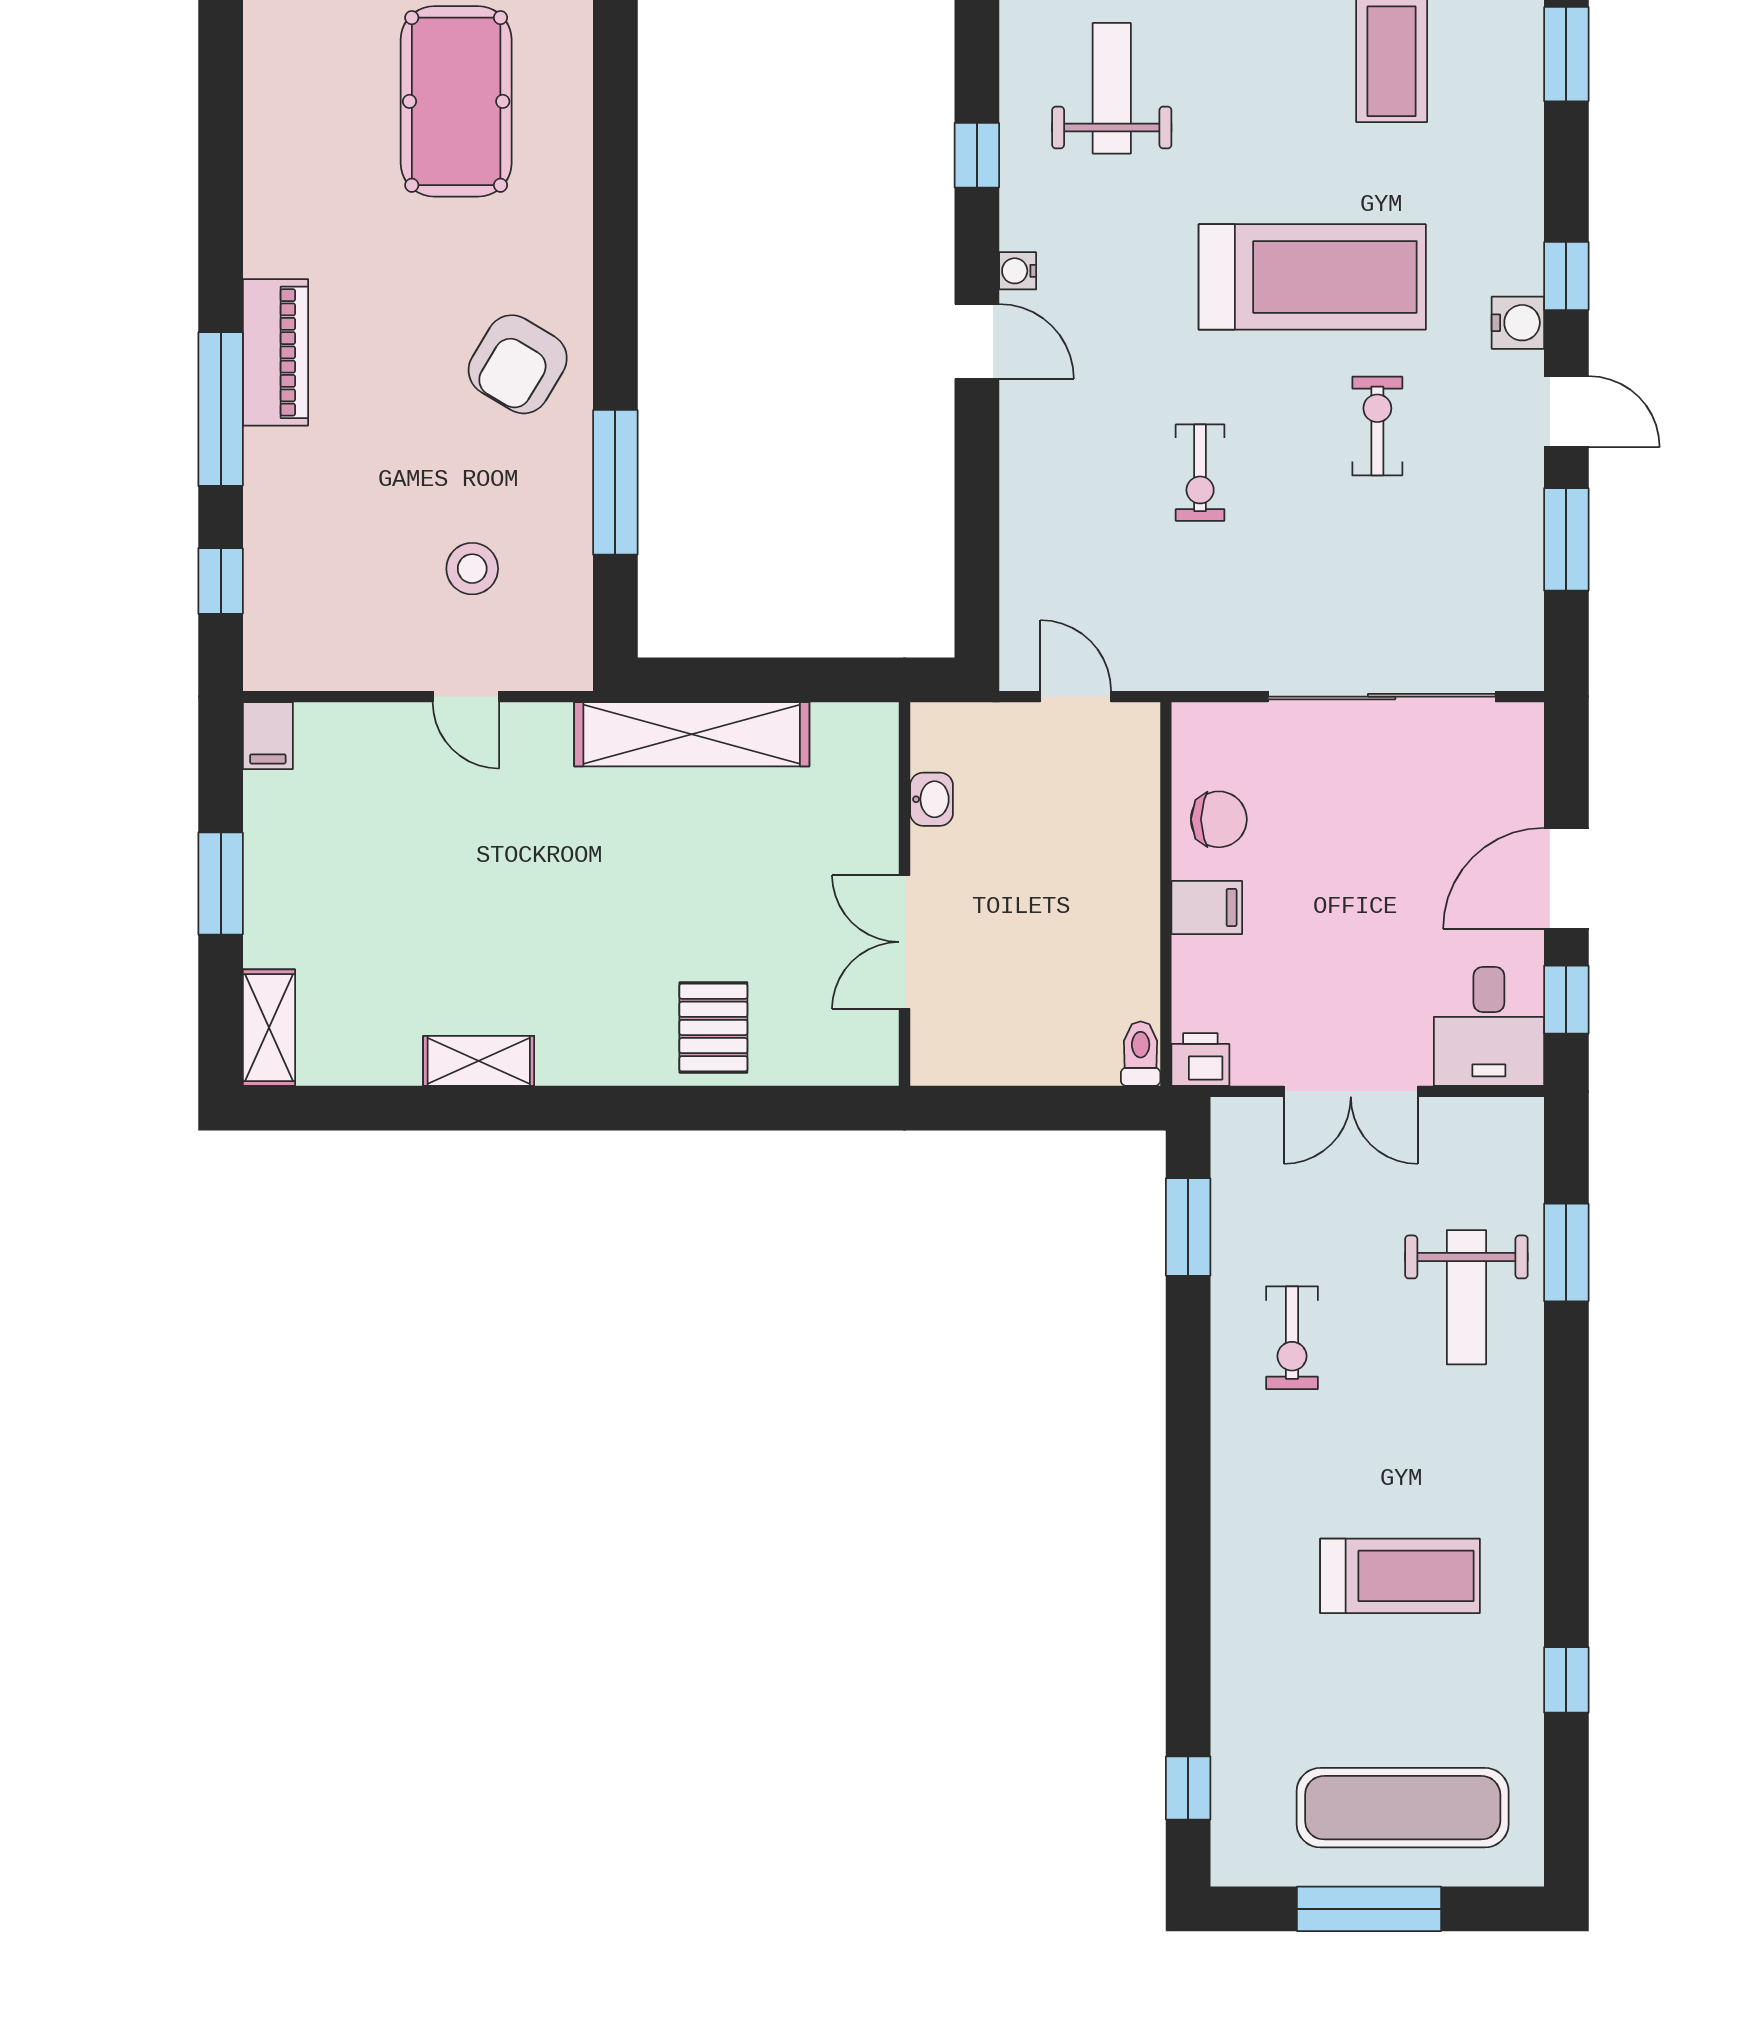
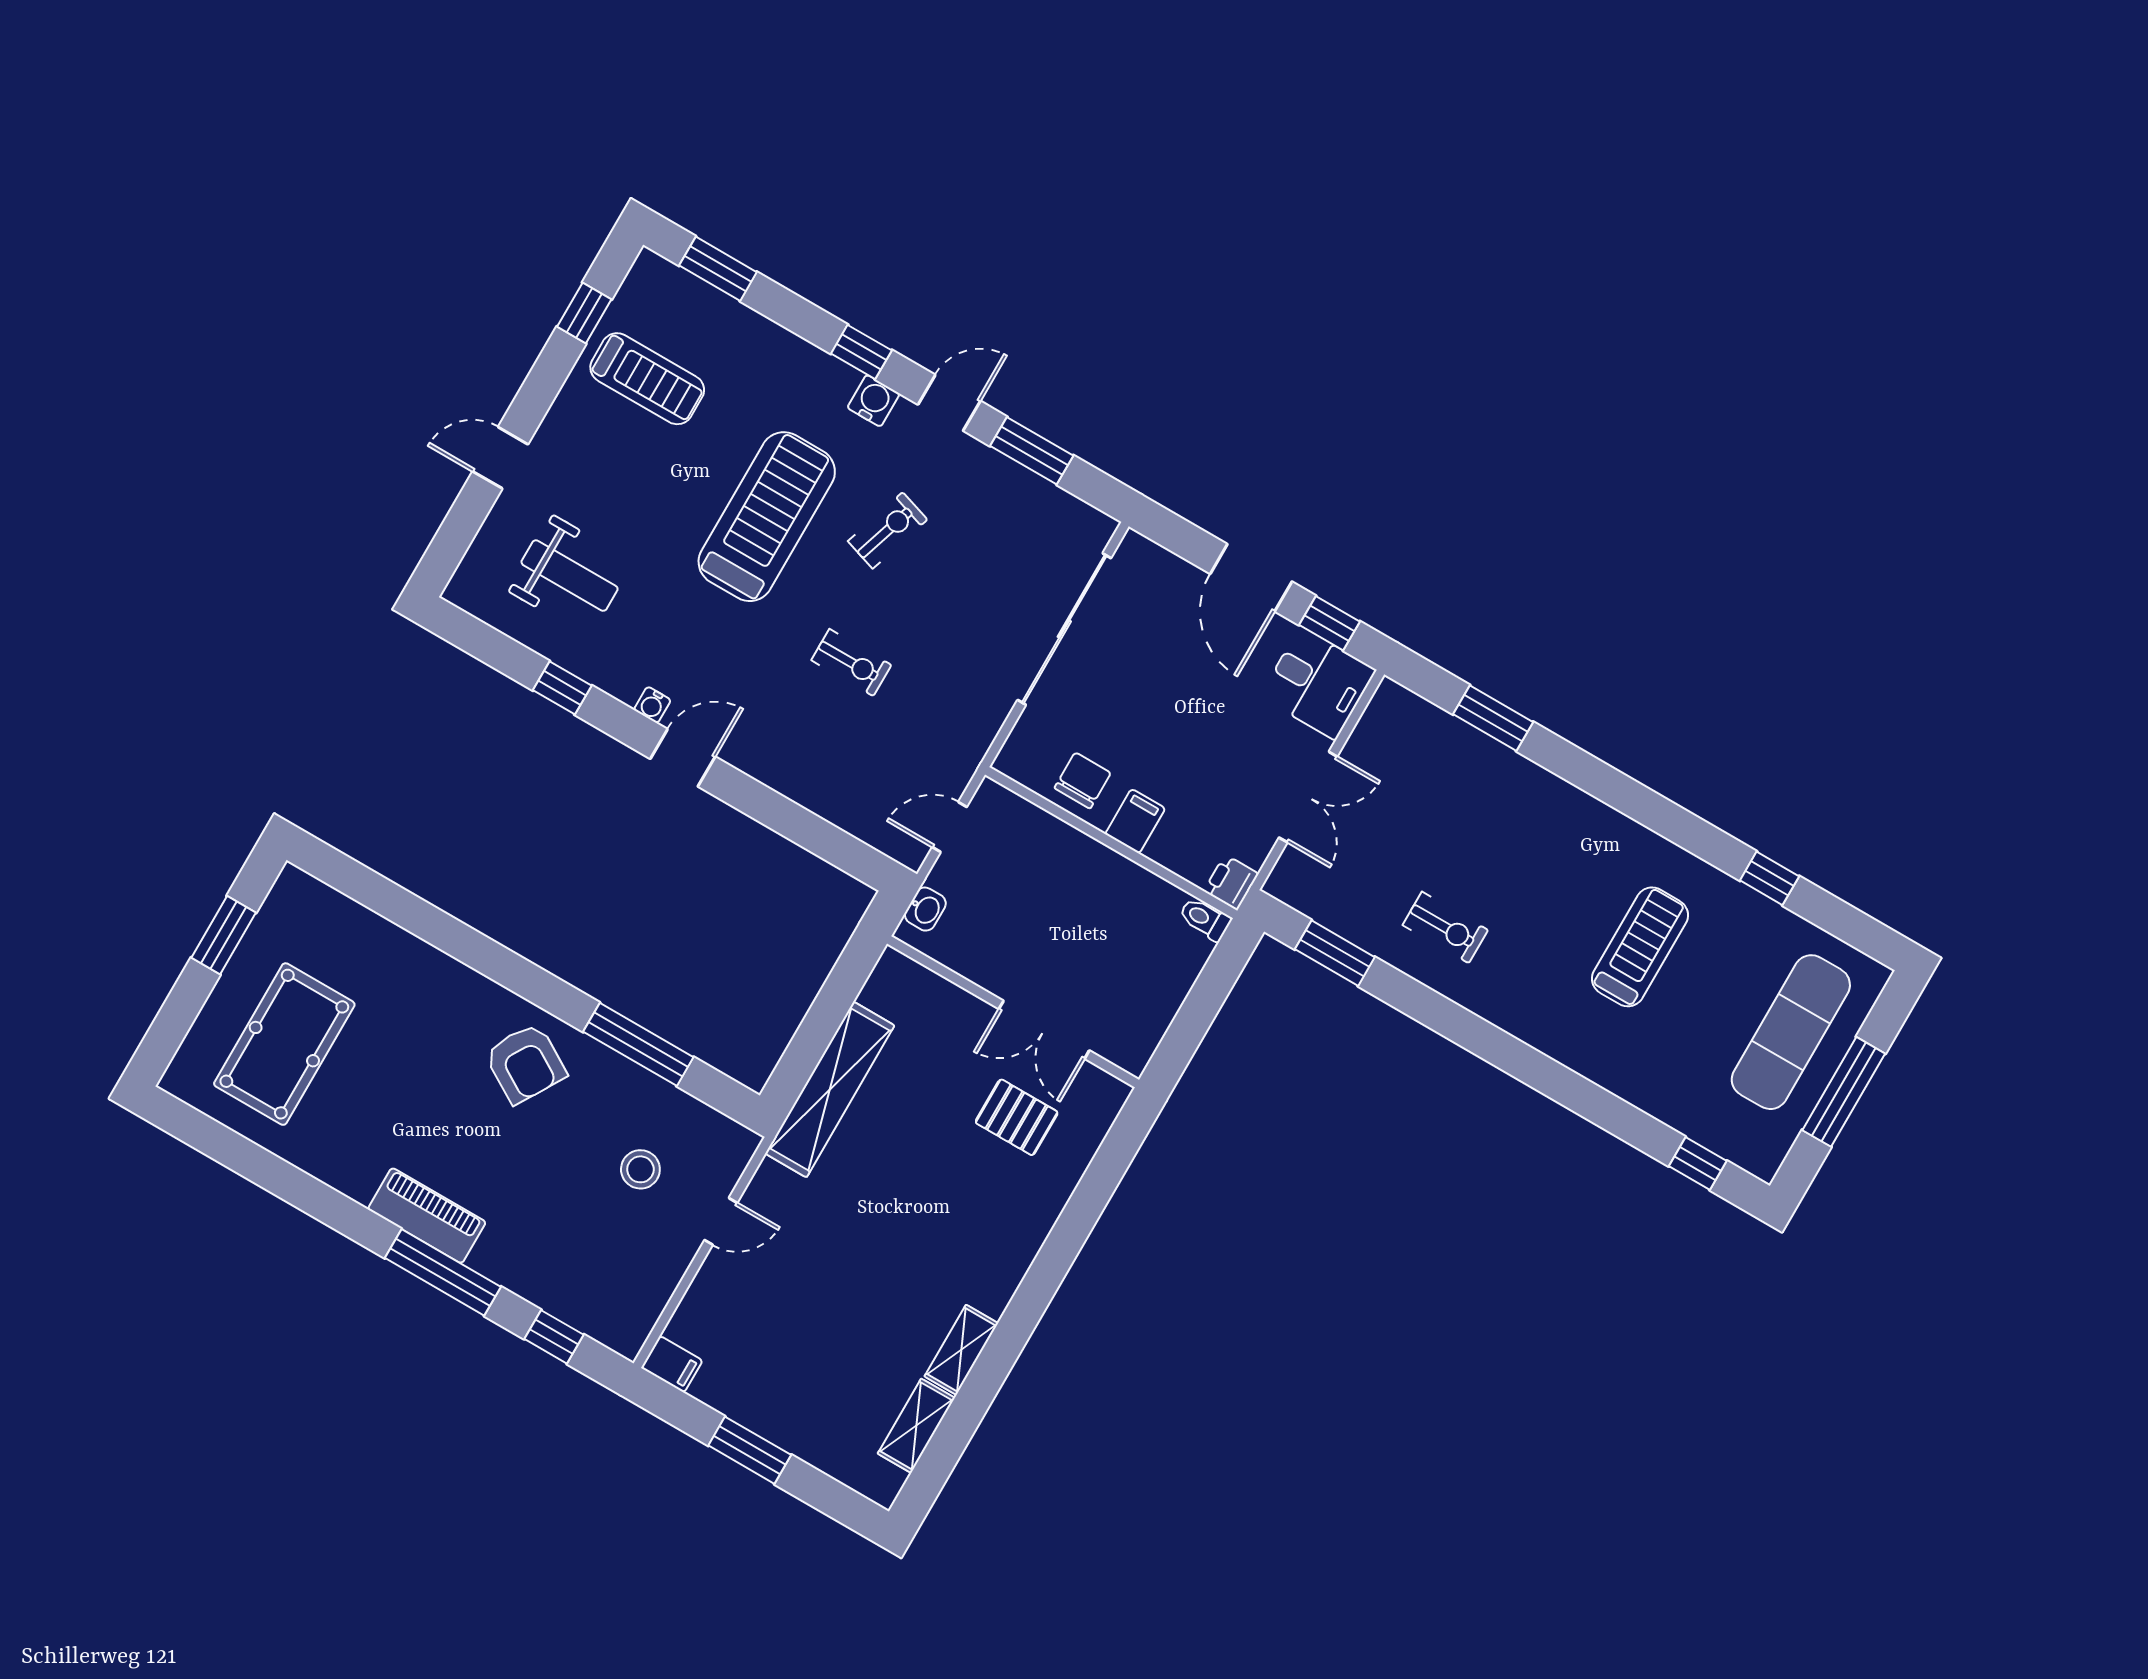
weight bench: (1112, 88) -> (570, 576), turned 180
pool table: (456, 101) -> (284, 1044), moved, turned 90
exercise bike: (1377, 426) -> (888, 530), turned 108
washbasin: (932, 799) -> (925, 909), moved, turned 90
pallet: (713, 1027) -> (1017, 1117), moved
shelving: (269, 1028) -> (916, 1426), moved, turned 90
weight bench: (1466, 1297) -> (1485, 799), removed

